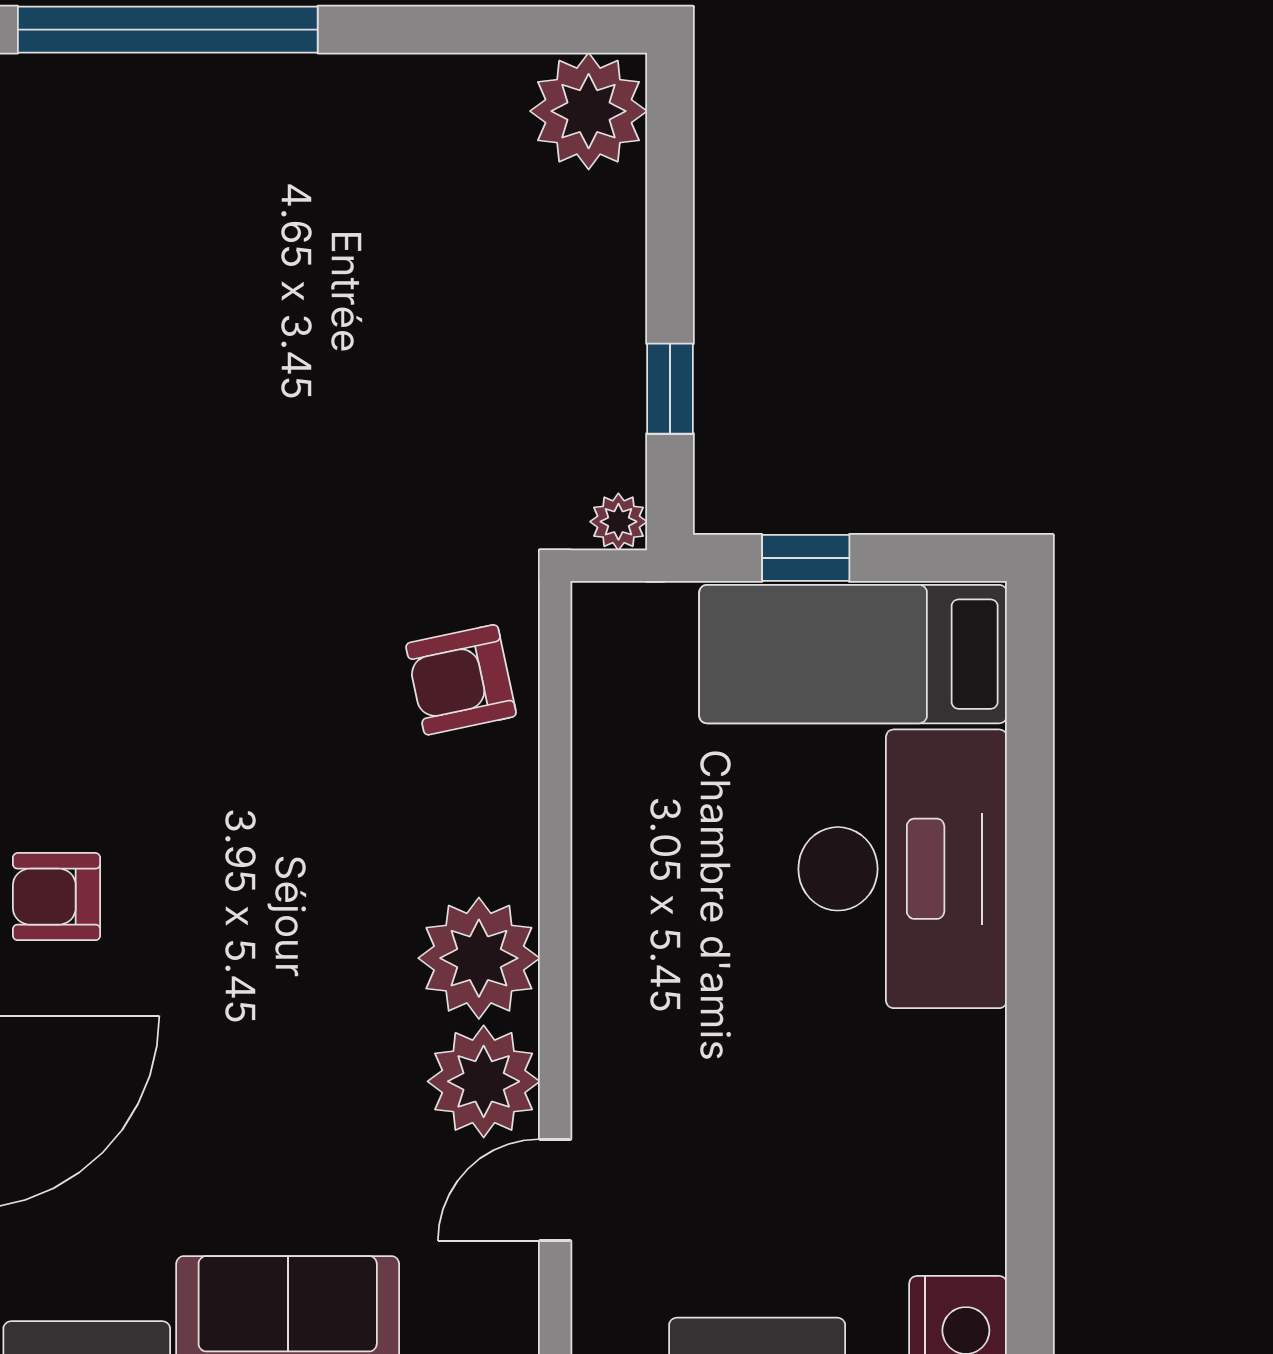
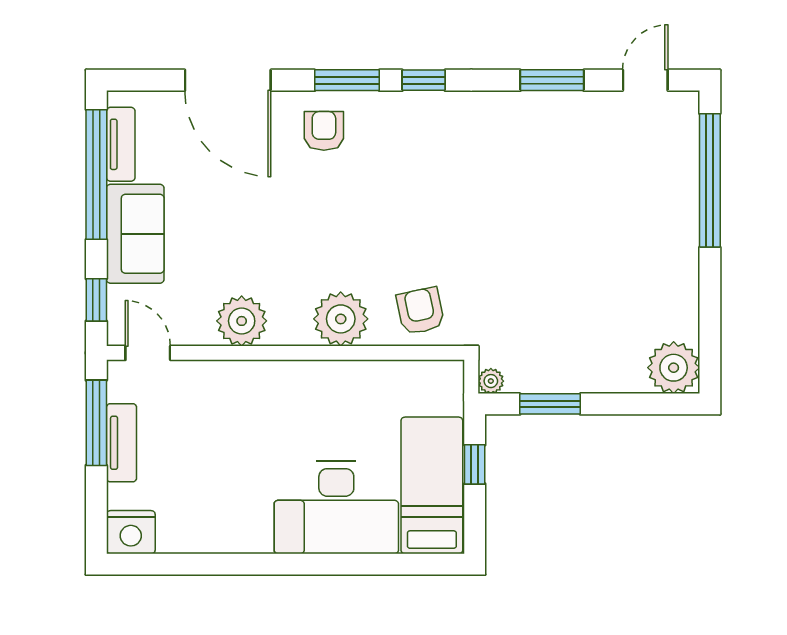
window: (670, 389) -> (550, 404), width x1.50
plant: (479, 958) -> (341, 319), moved
door: (555, 1190) -> (148, 353), moved

